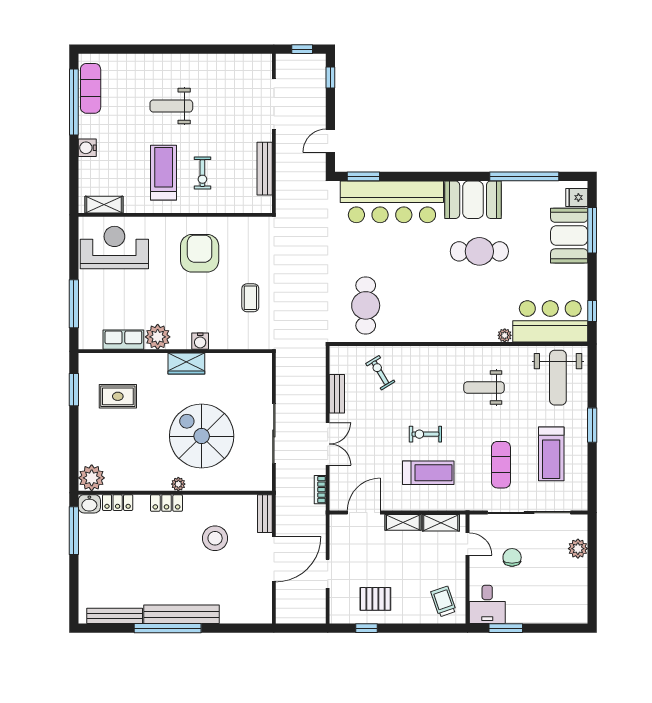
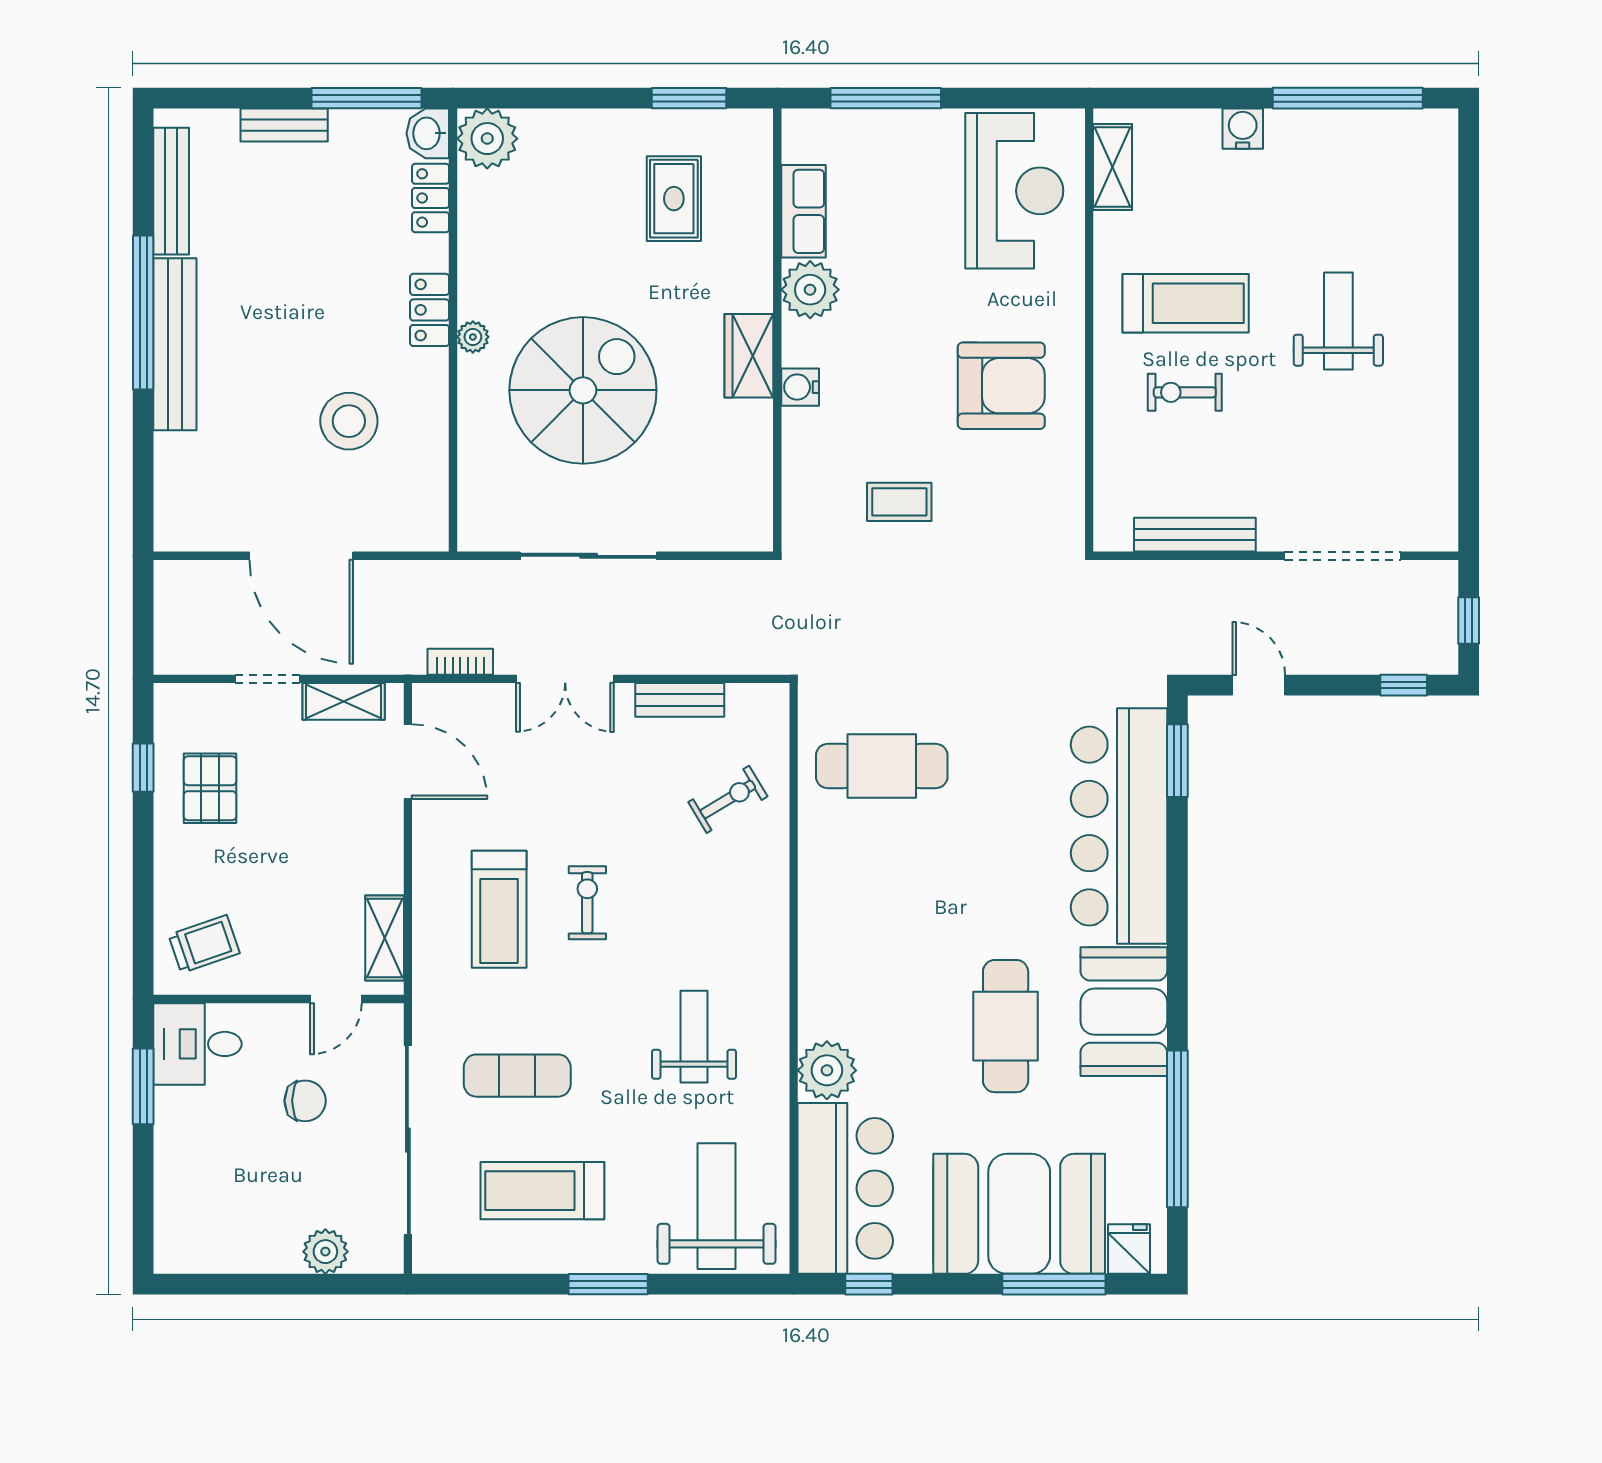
exercise mat: (91, 88) -> (1379, 136), removed
booth: (569, 236) -> (1019, 1214), width x1.36, depth x1.42
plant: (505, 335) -> (827, 1070), width x1.88, depth x1.88
weight bench: (558, 378) -> (717, 1206), turned 90
bench: (265, 514) -> (284, 125), moved
shelving: (403, 522) -> (344, 701), moved, turned 90

